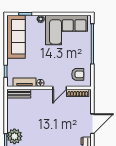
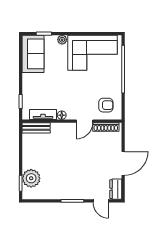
sofa: (16, 37) -> (33, 54), width x0.73

